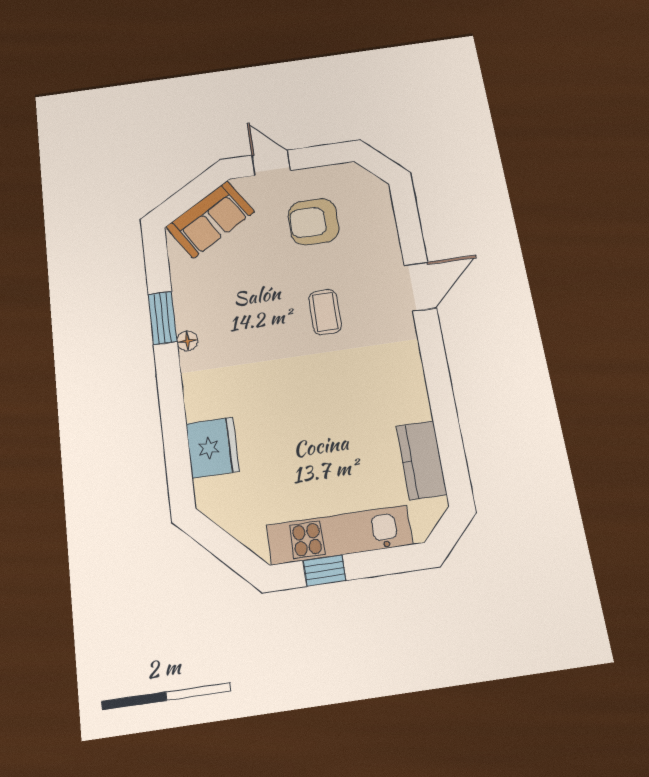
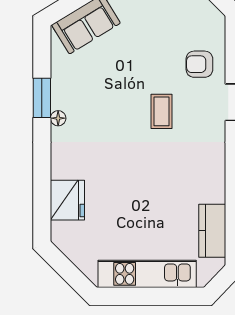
armchair: (314, 222) -> (199, 64), moved, width x0.72, depth x0.72
window: (325, 570) -> (133, 296), removed

